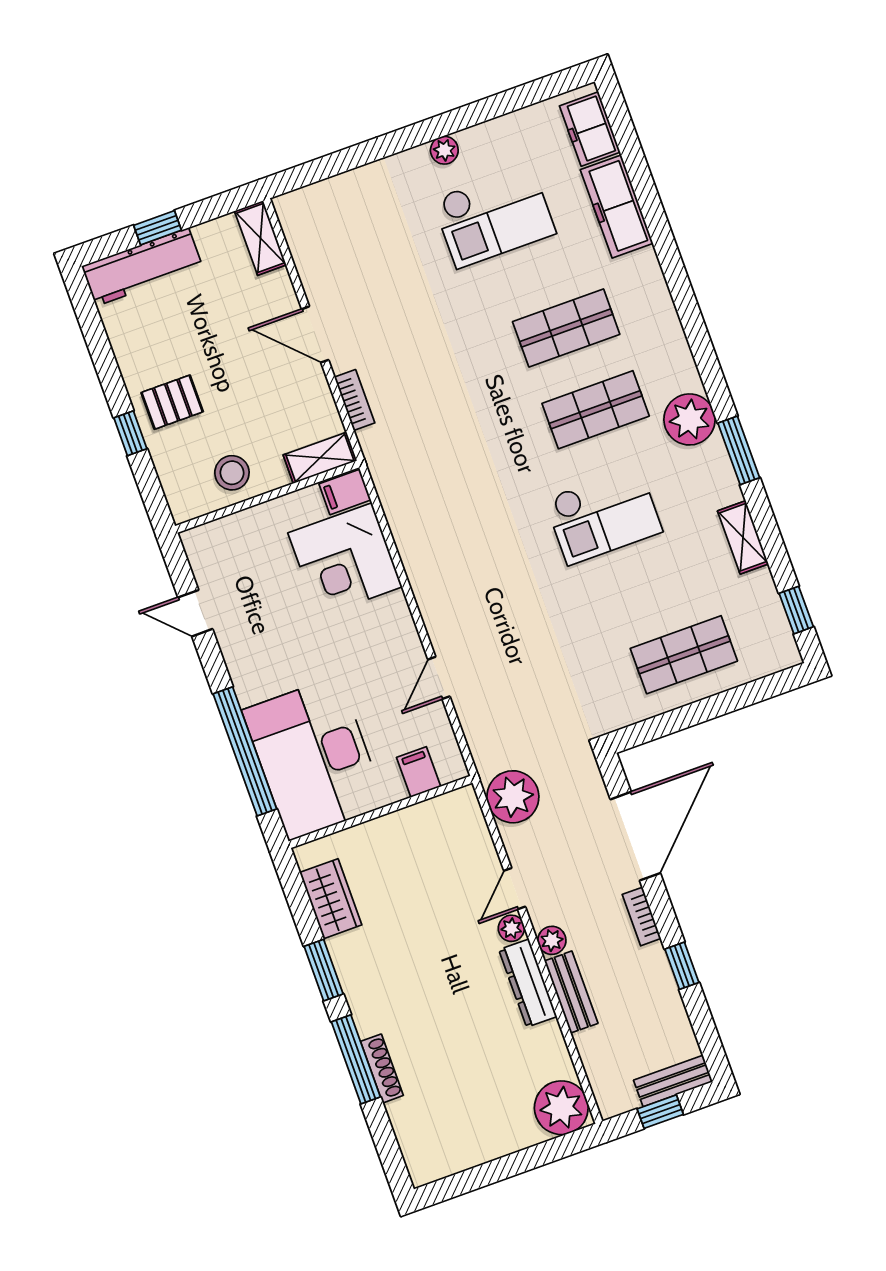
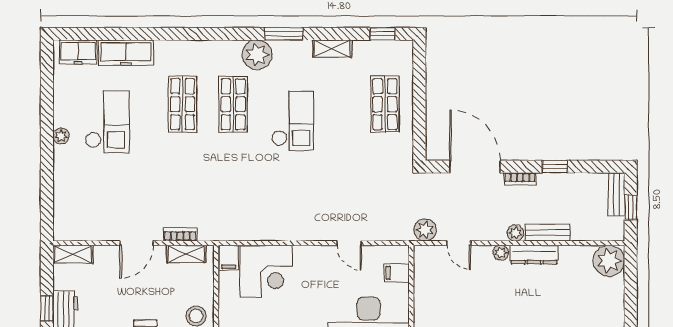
shelving: (320, 458) -> (186, 254), moved, turned 90
plant: (513, 797) -> (425, 230), width x0.73, depth x0.73
door: (515, 889) -> (459, 243), moved

